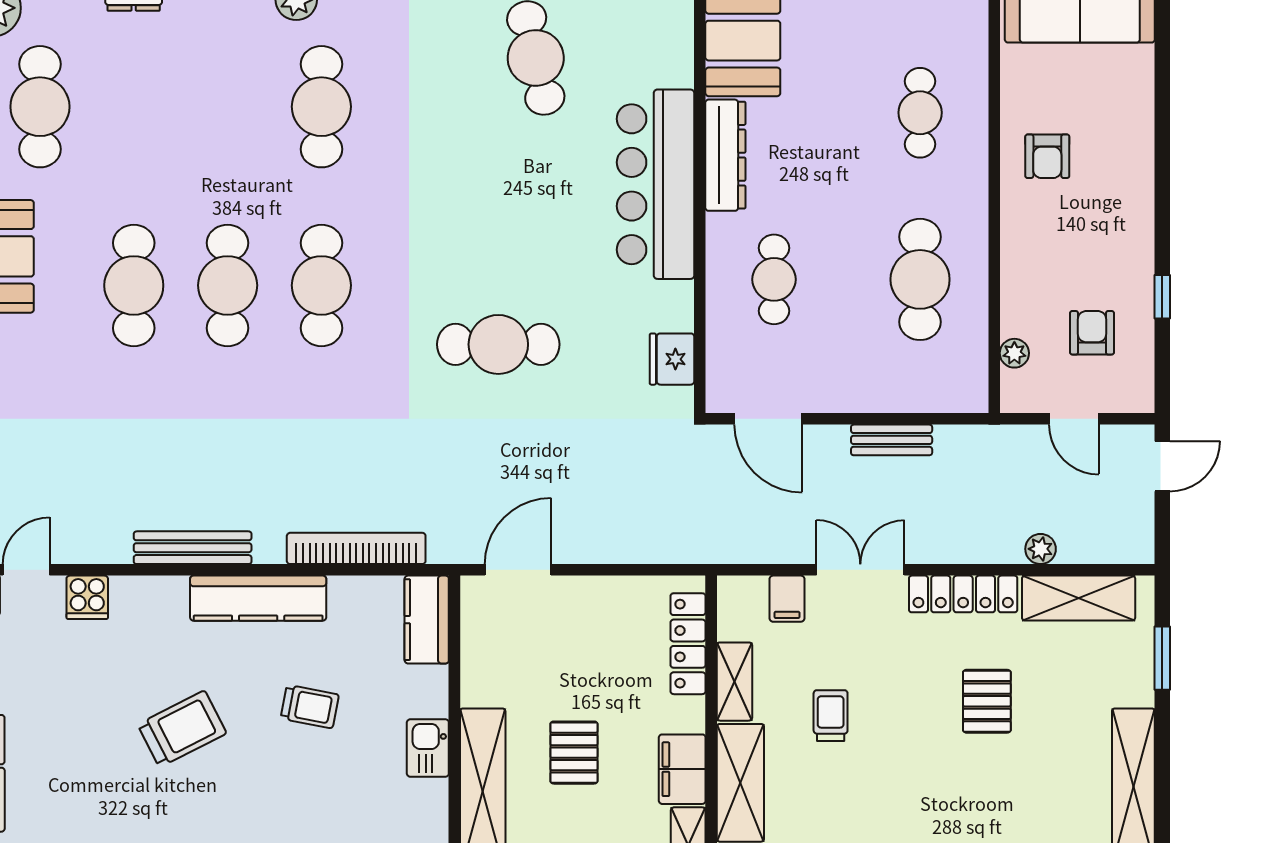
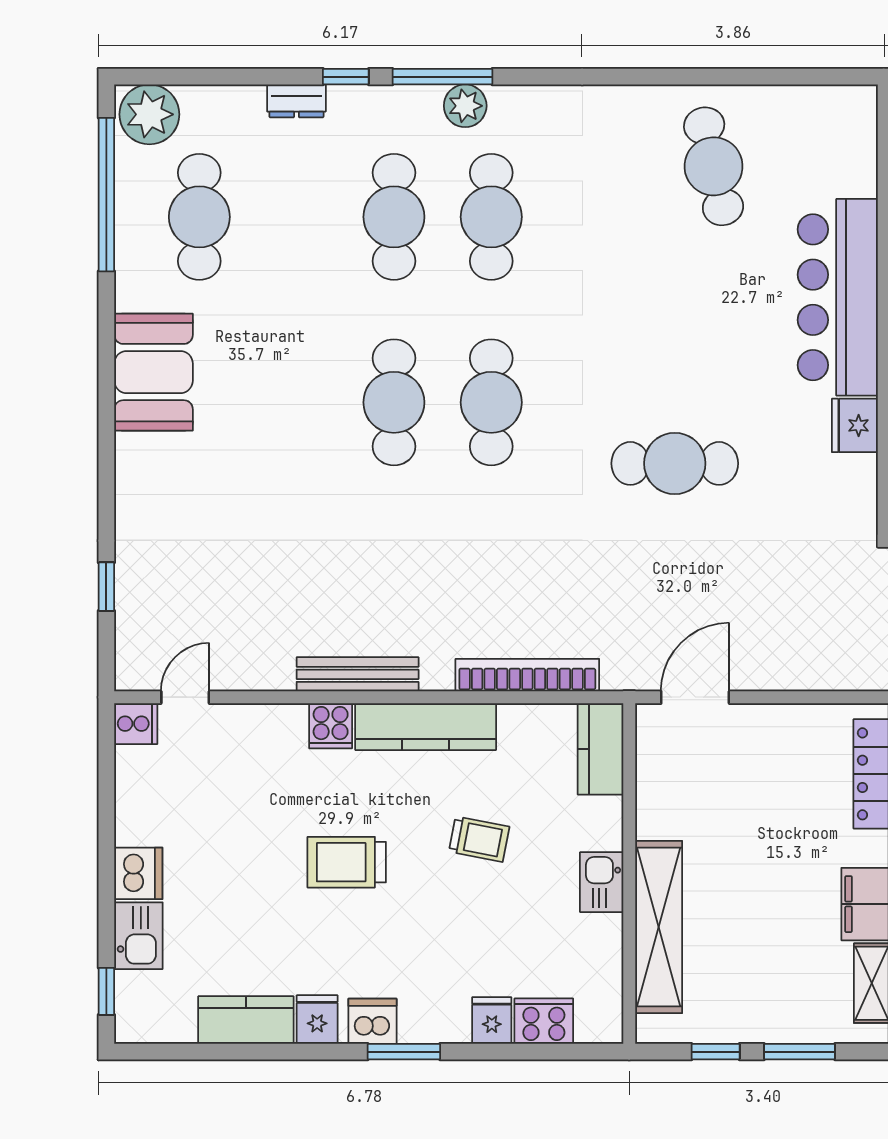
cafe table: (134, 285) -> (394, 217), moved
fridge: (672, 359) -> (855, 425), moved
cooker: (87, 597) -> (331, 726), moved
trolley: (182, 729) -> (347, 862), turned -153
pallet: (574, 753) -> (753, 887), removed

